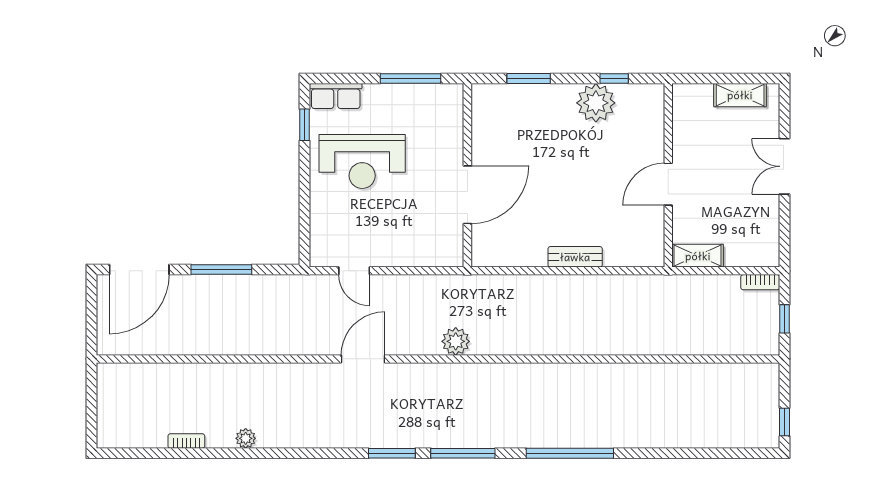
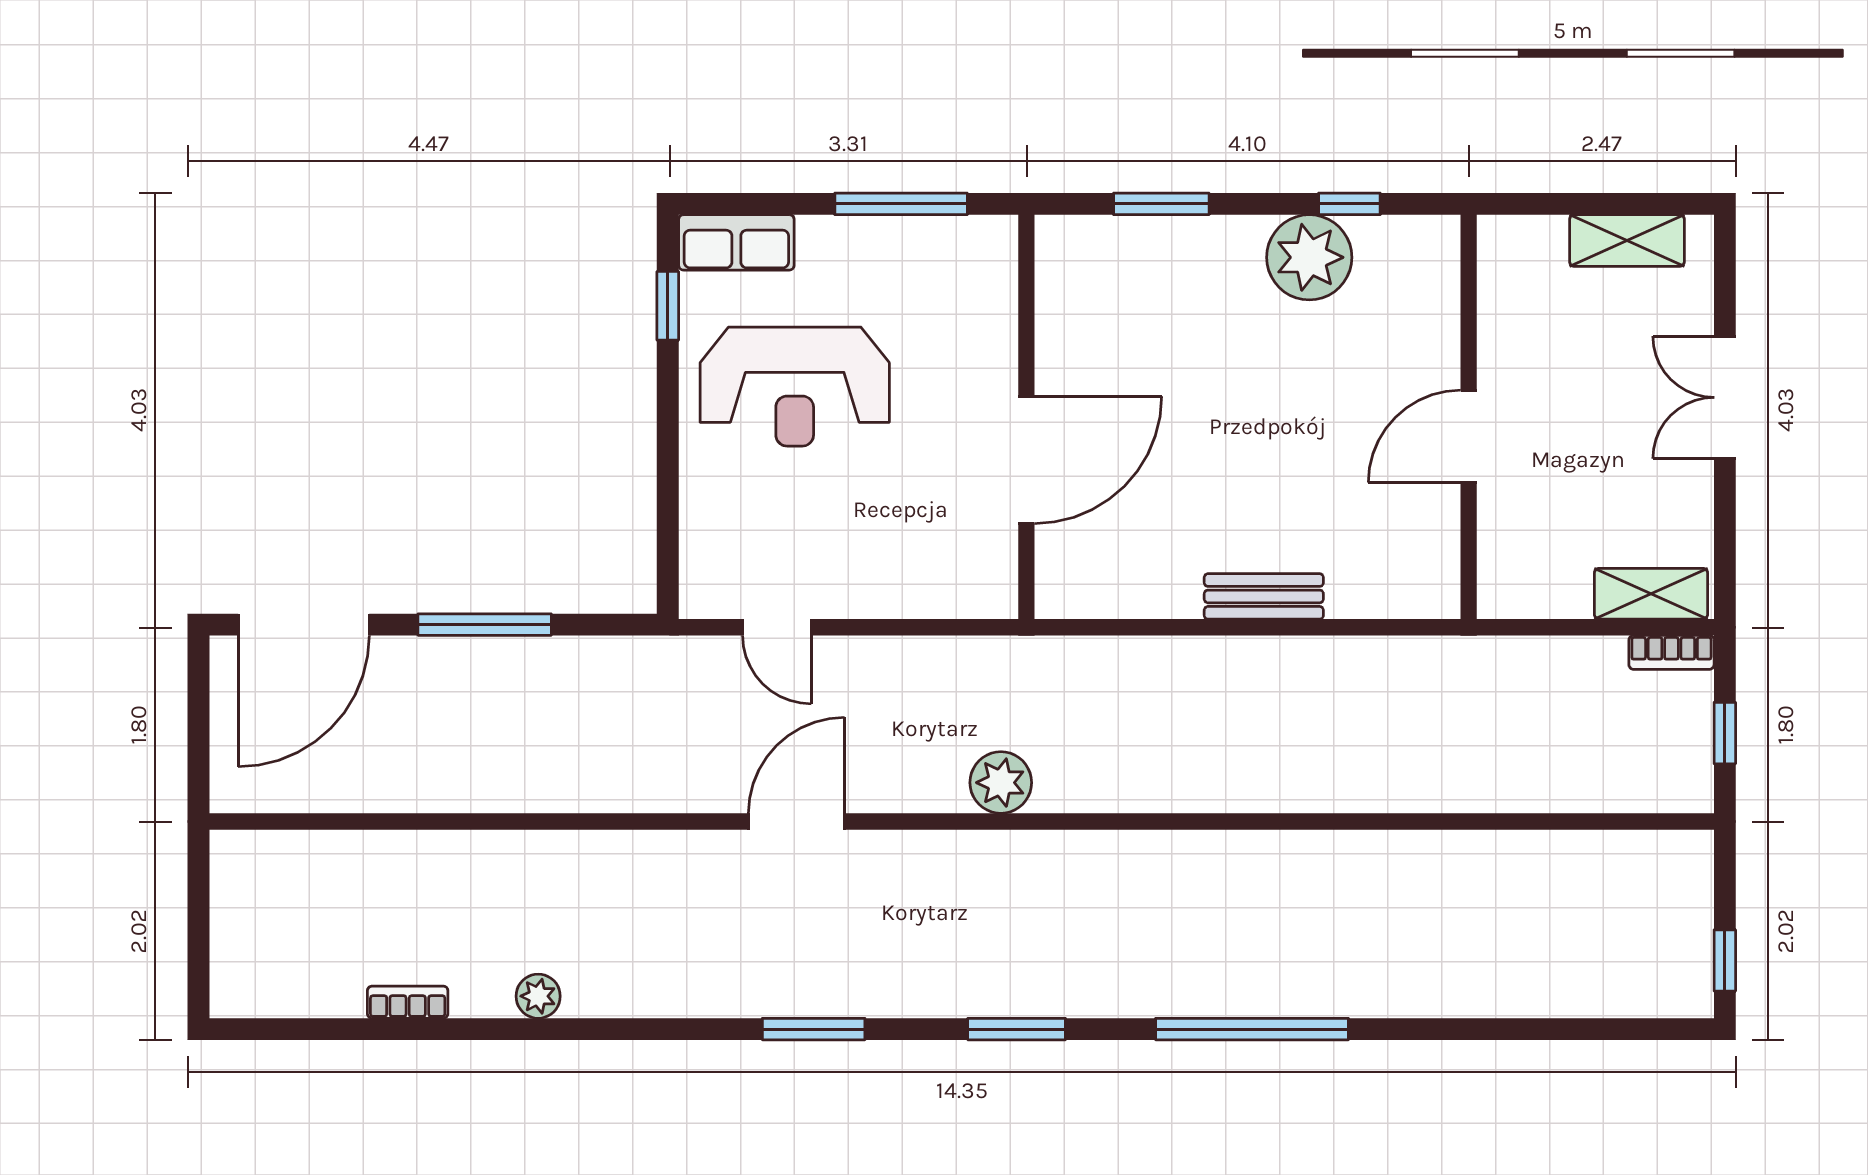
shelving: (698, 256) -> (1651, 594), moved
window: (392, 453) -> (814, 1029), moved
window: (463, 453) -> (1017, 1029), width x0.69

